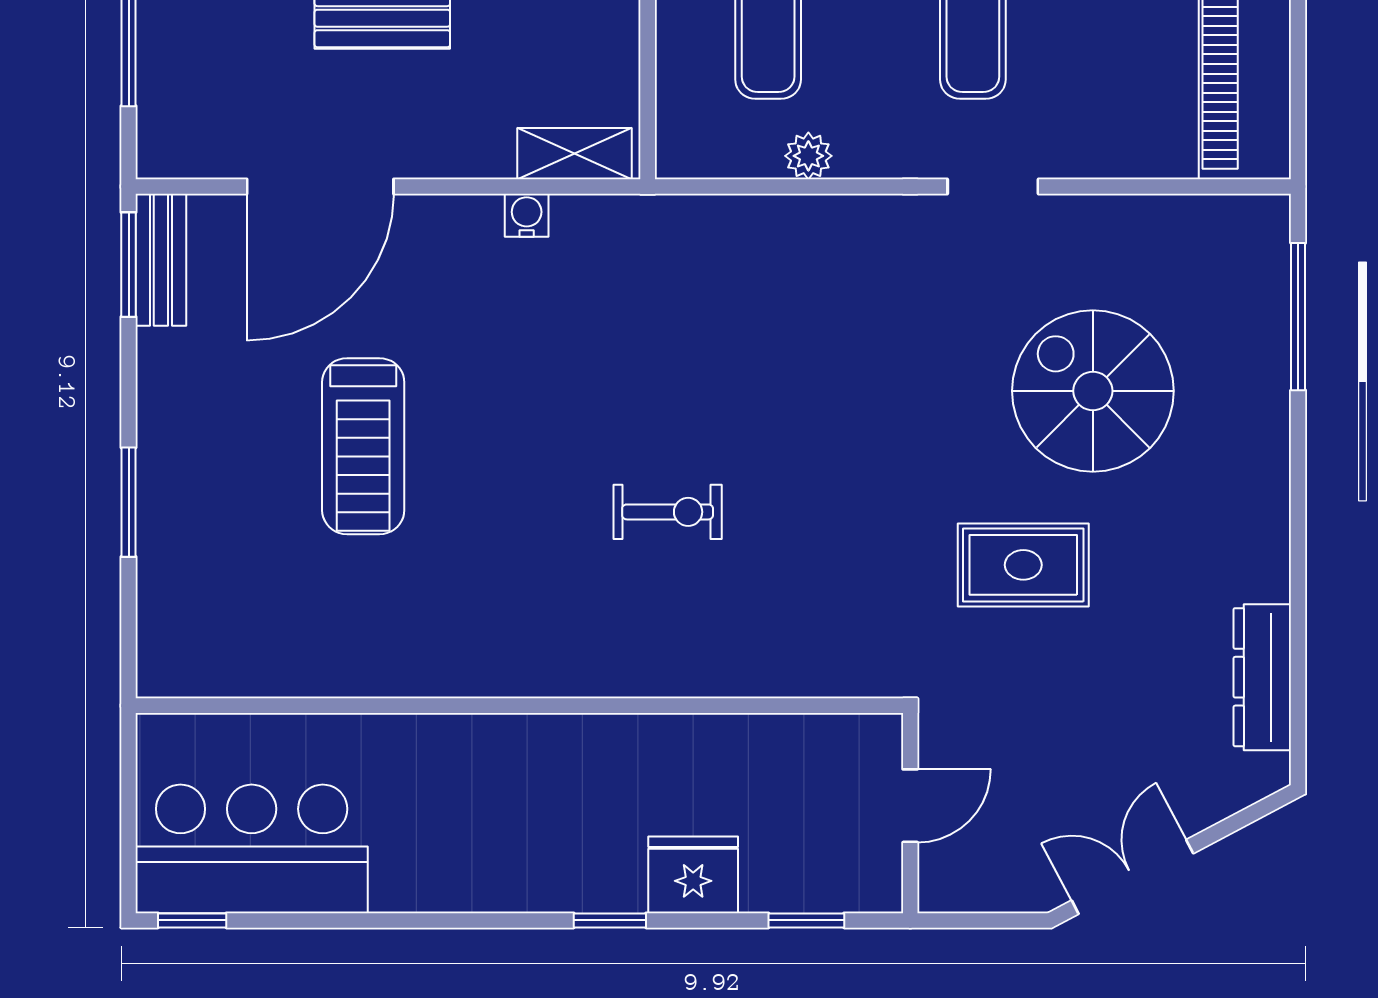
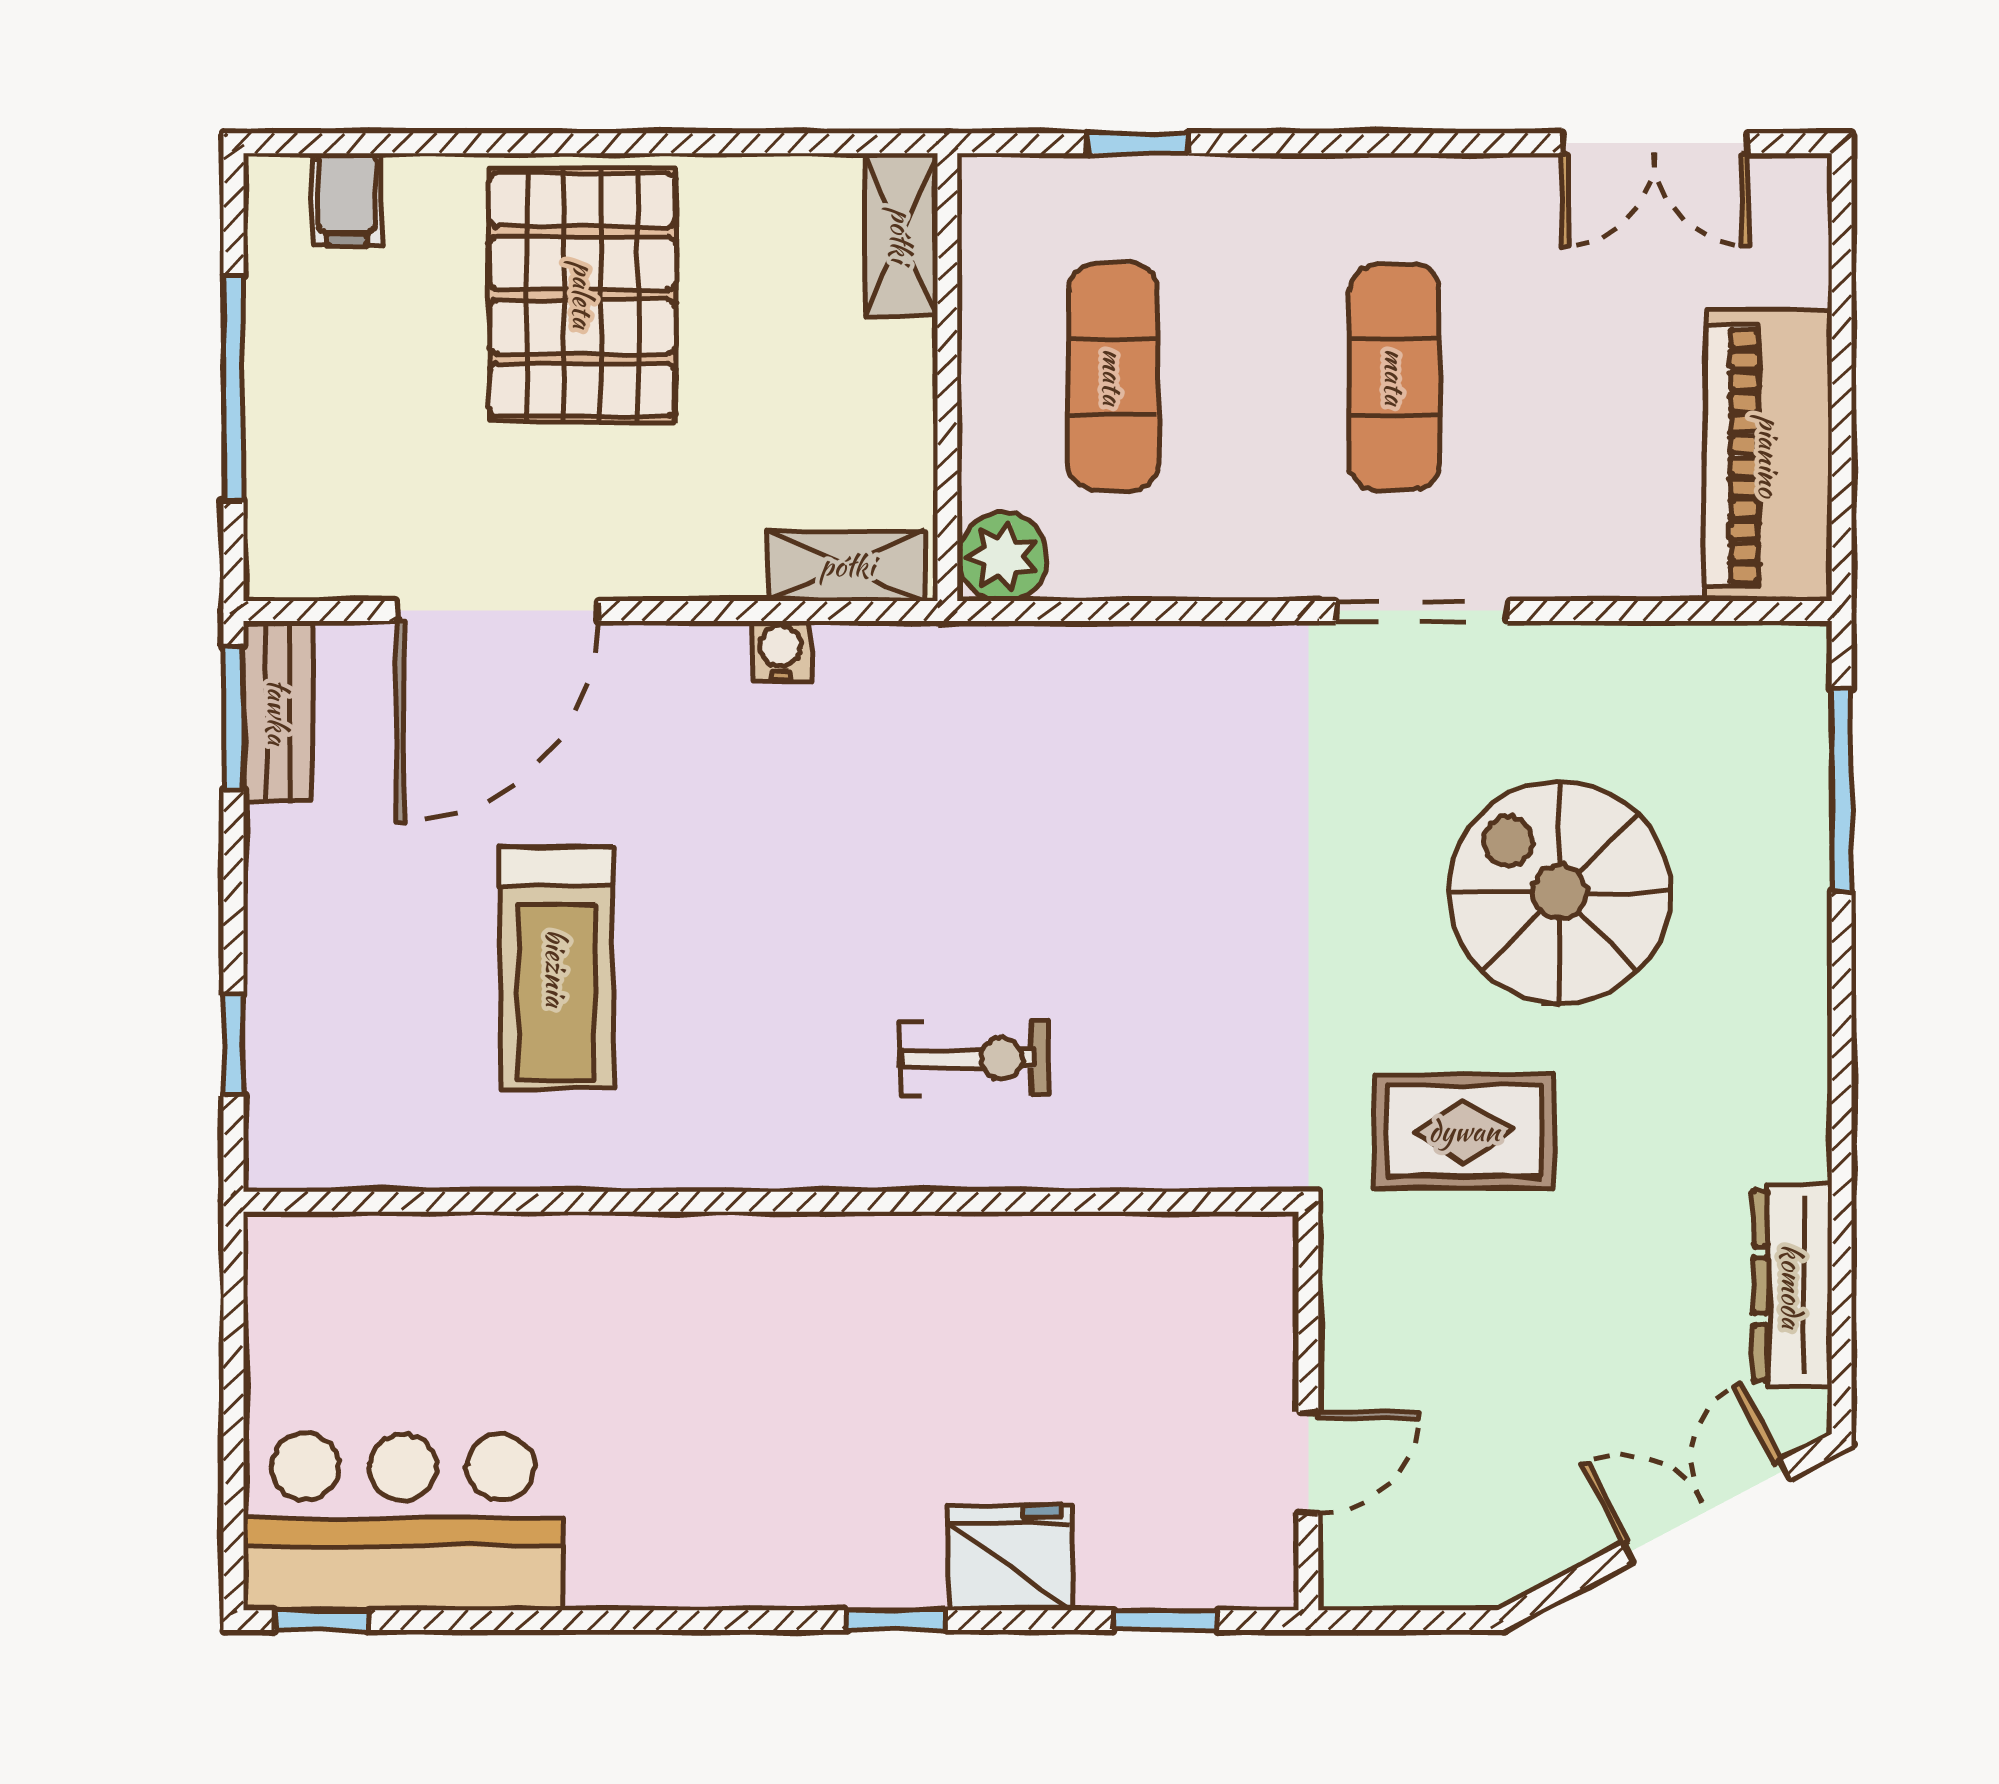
plant: (808, 156) -> (1003, 557), moved, width x1.38, depth x1.38
doorway: (993, 186) -> (1422, 611), width x1.38
window: (129, 502) -> (234, 1045), width x0.67
wall: (519, 706) -> (771, 1202), moved
double door: (1132, 877) -> (1707, 1511), moved

